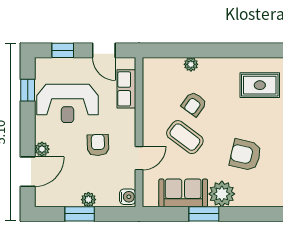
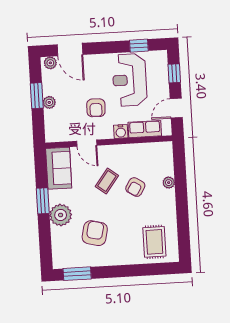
armchair: (194, 104) -> (135, 187), turned -94
coffee table: (185, 137) -> (107, 181), width x0.73, depth x0.77
armchair: (98, 145) -> (96, 108), turned 94
plant: (42, 149) -> (50, 63), moved
sofa: (183, 193) -> (59, 168), moved
water cooler: (128, 197) -> (121, 132), moved

